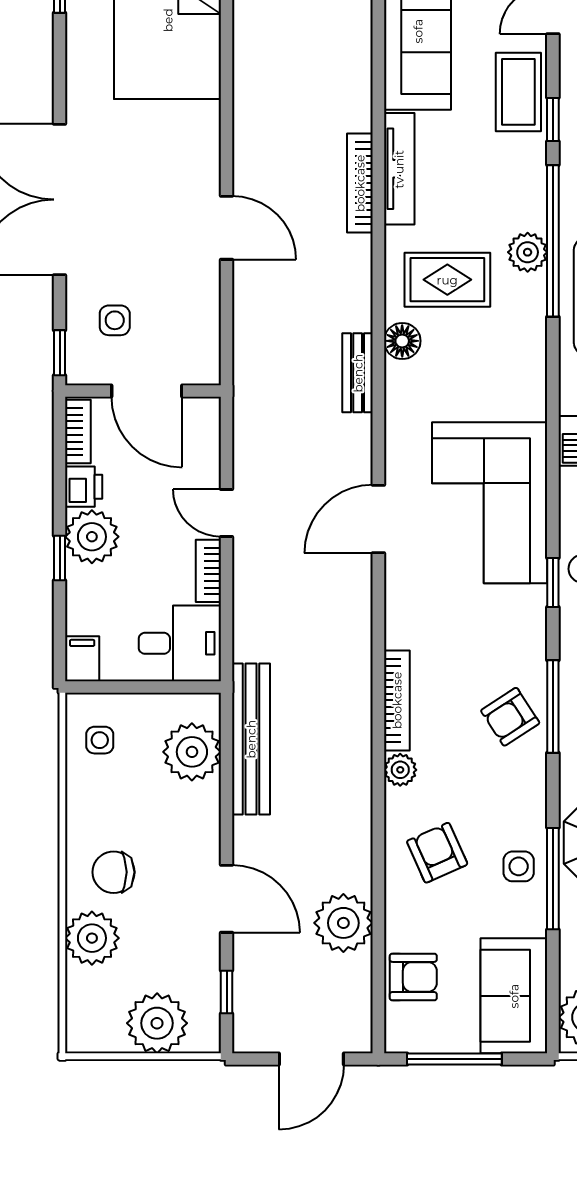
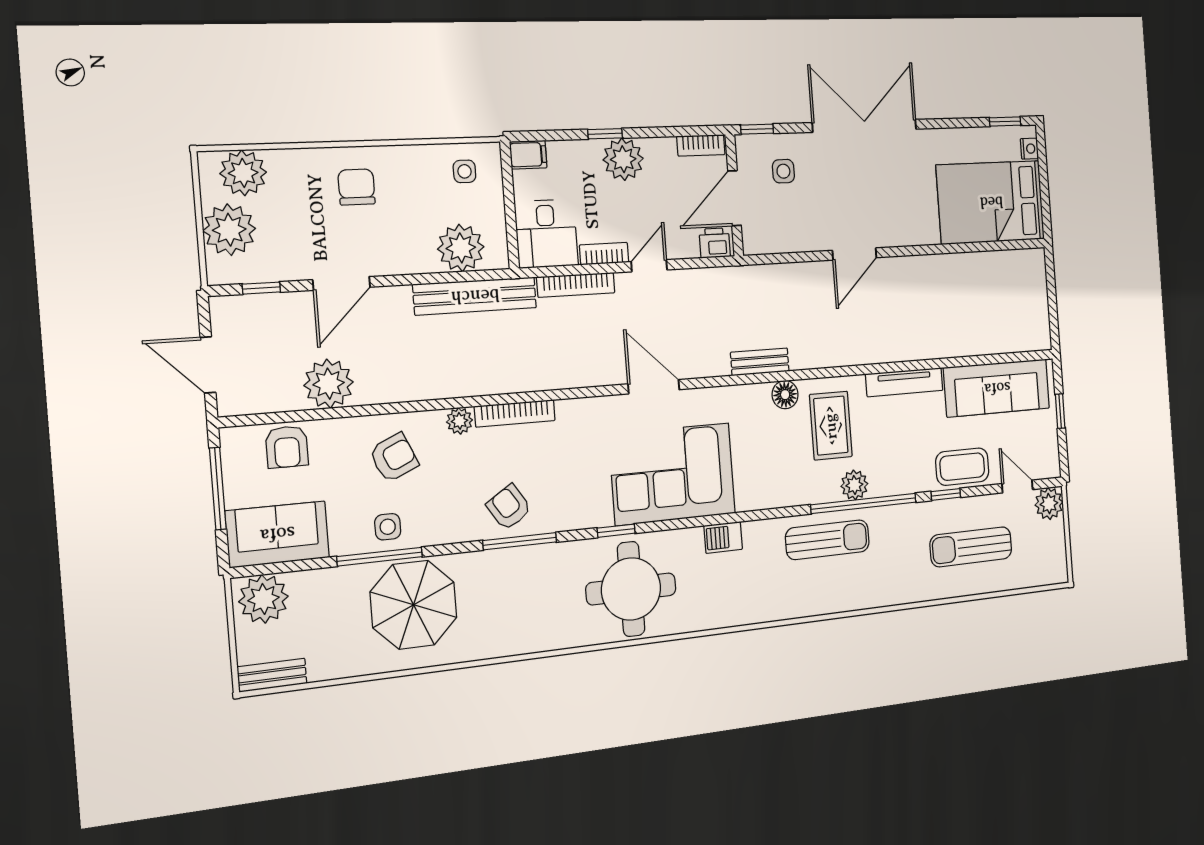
bookcase: (360, 183) -> (576, 285), moved, turned 180
printer: (84, 487) -> (715, 243), moved, turned 180
plant: (92, 938) -> (243, 173), moved

